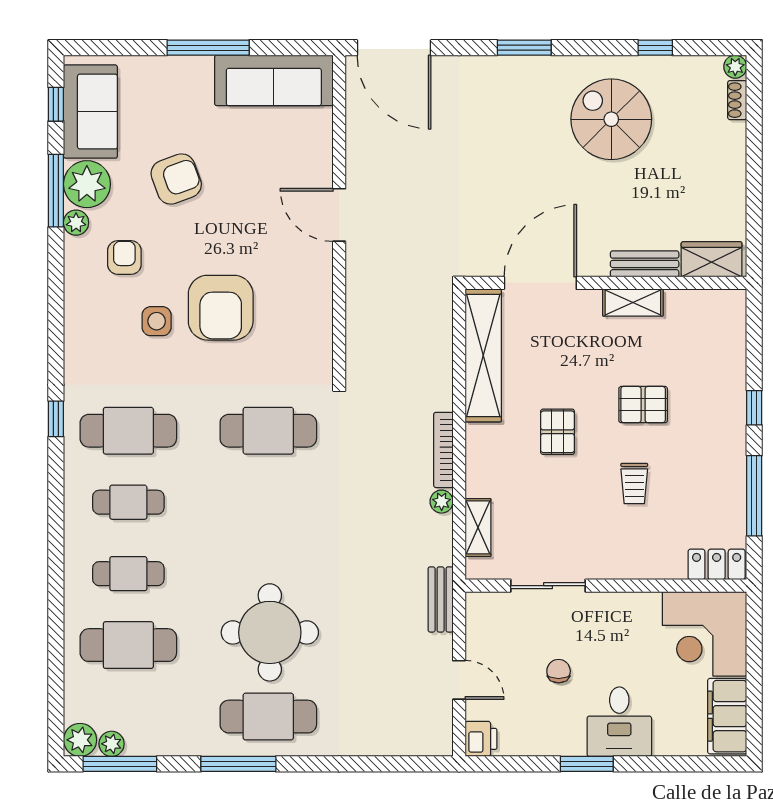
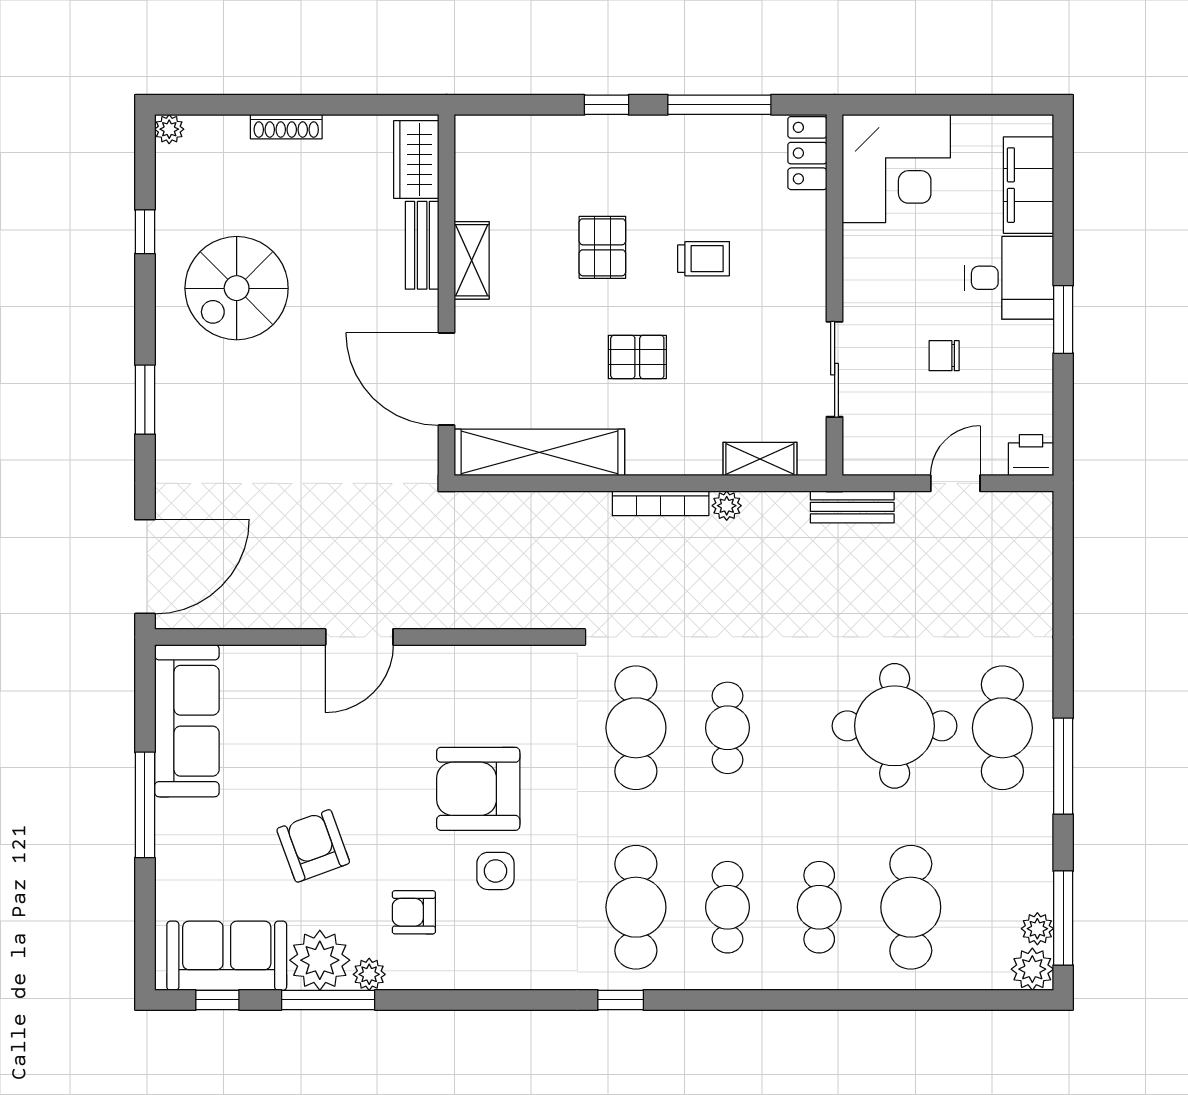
shoe rack: (737, 100) -> (286, 127), moved, width x1.43
armchair: (221, 308) -> (478, 789), turned 180
cafe table: (268, 502) -> (728, 728), added
filing cabinet: (727, 716) -> (1028, 185), moved, turned 90

